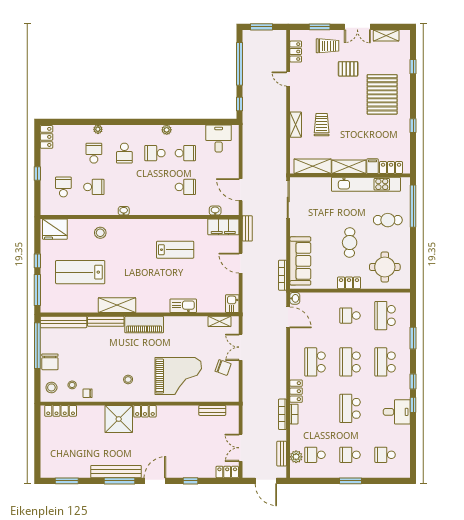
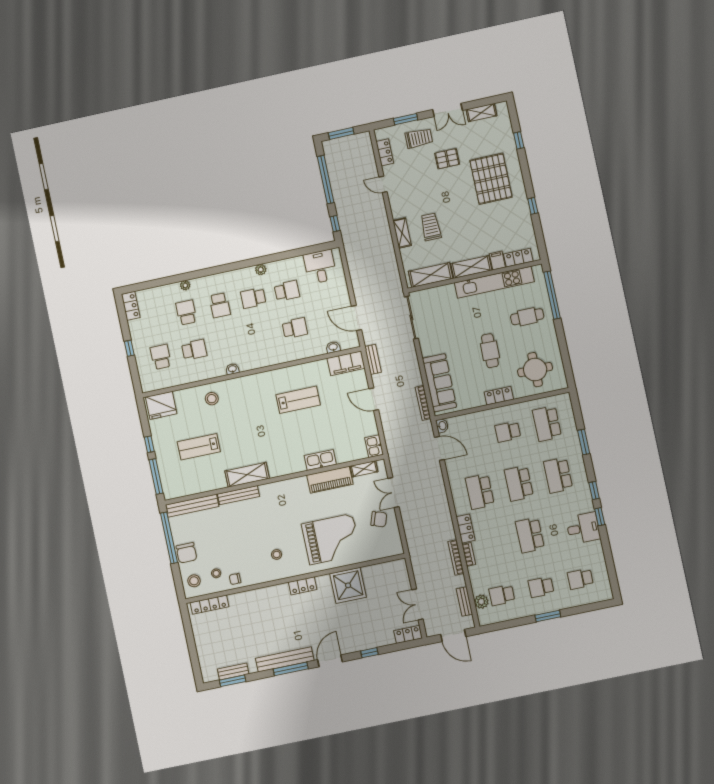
lab bench: (80, 272) -> (199, 447), width x0.73, depth x0.72
piano: (144, 325) -> (330, 480), moved
bench: (212, 410) -> (233, 671), moved
shower: (119, 419) -> (348, 585), moved

